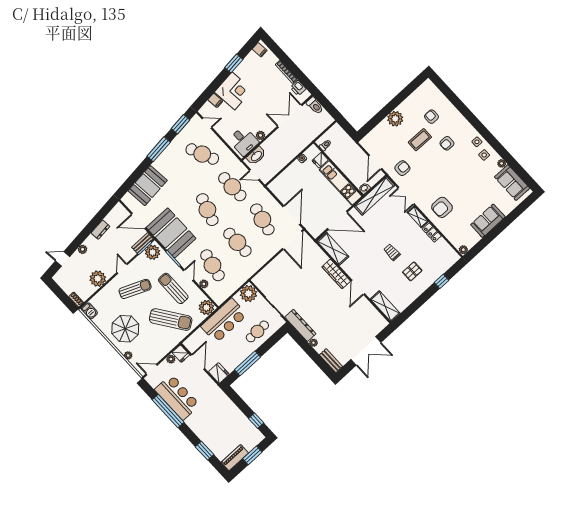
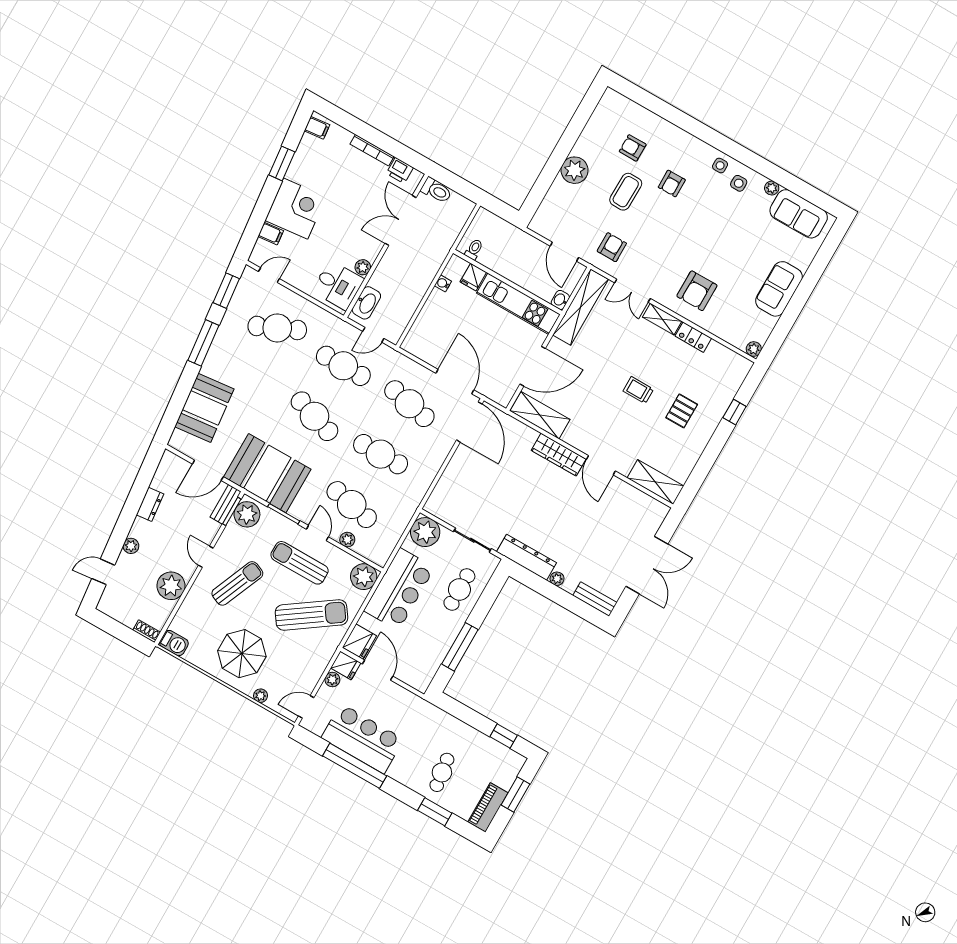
fridge: (219, 373) -> (359, 642), moved, turned 90
cafe table: (215, 430) -> (442, 772), added

